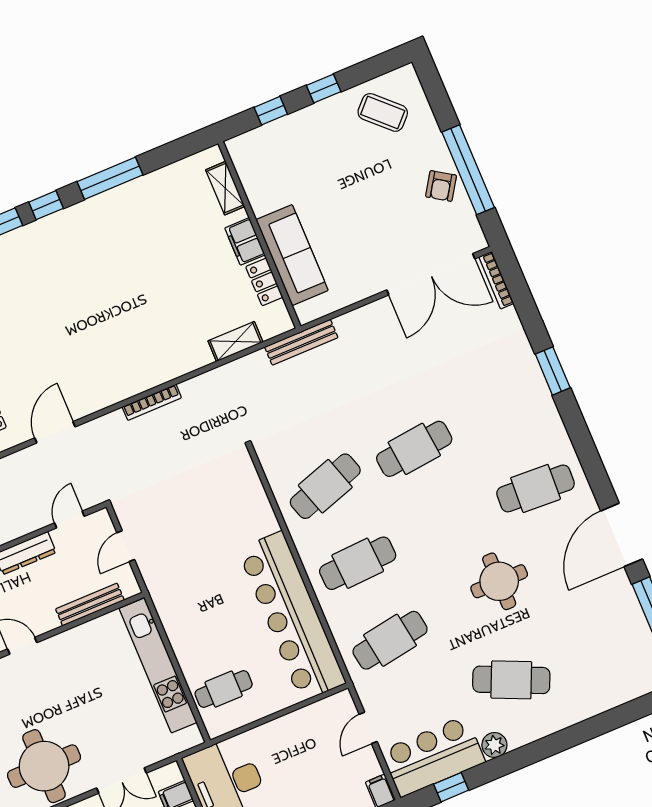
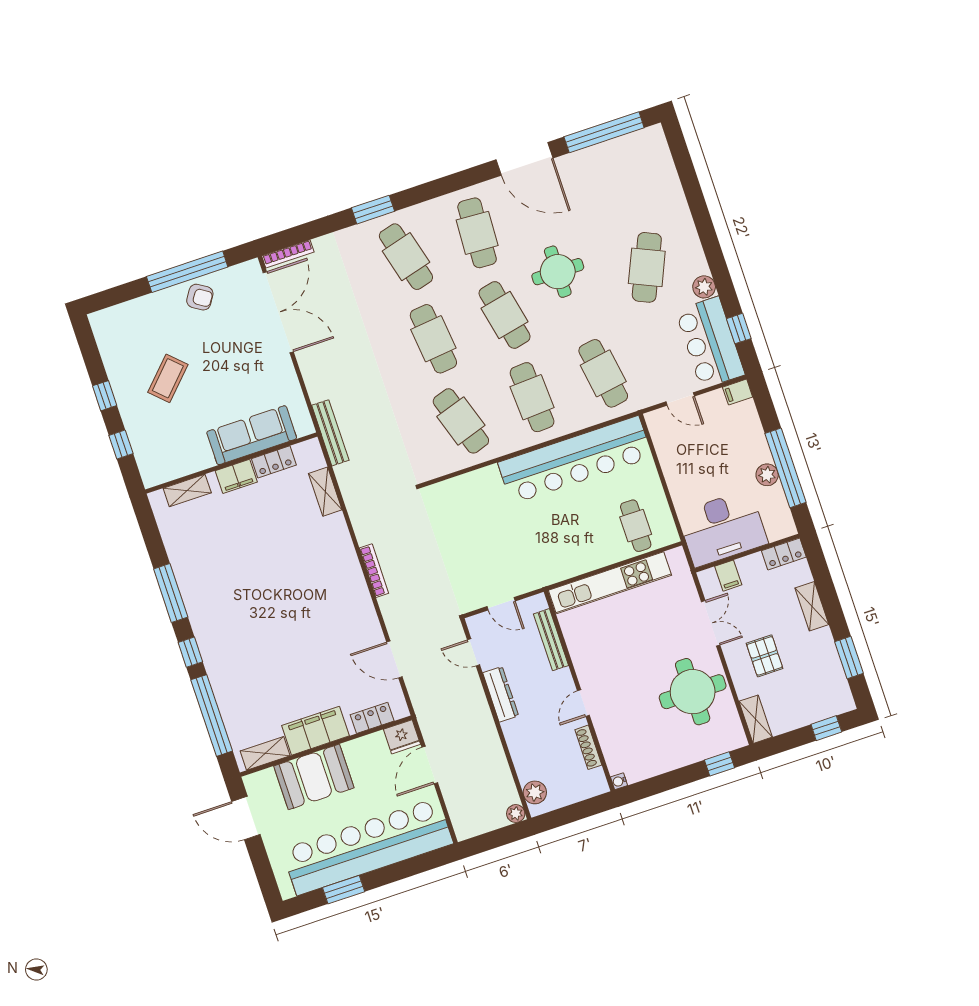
coffee table: (383, 112) -> (168, 378), moved
cafe table: (503, 411) -> (406, 257), added
cafe table: (447, 526) -> (505, 315), added

